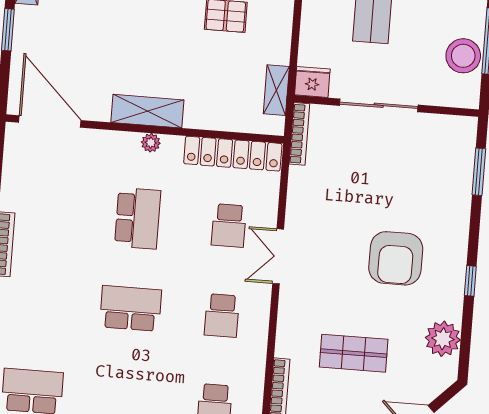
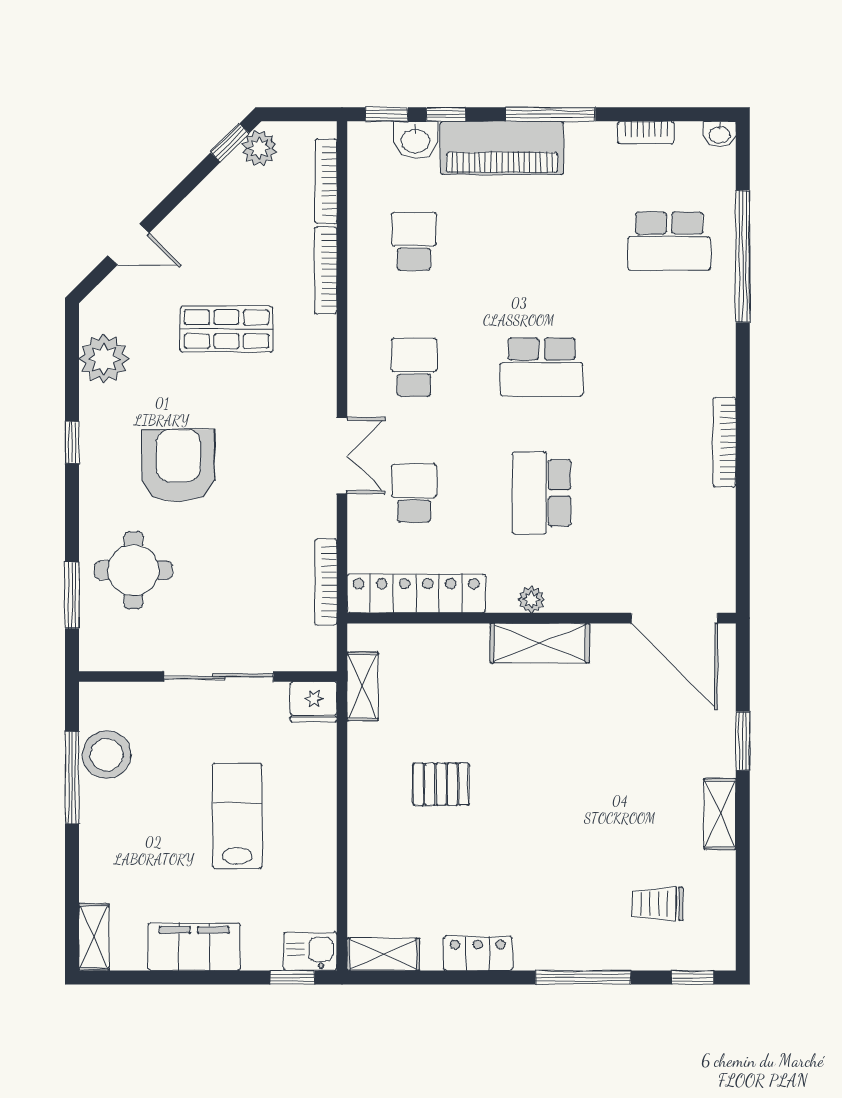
bookcase: (299, 134) -> (326, 582), moved
round table: (434, 186) -> (133, 570), added

